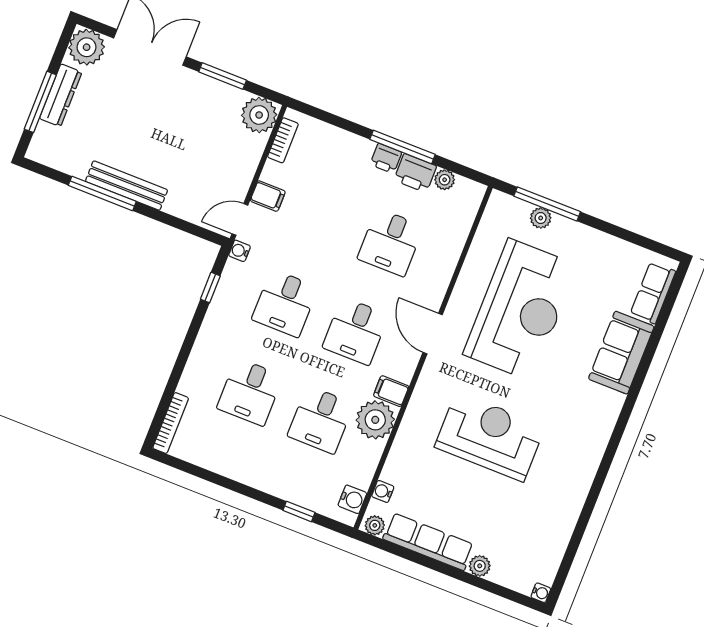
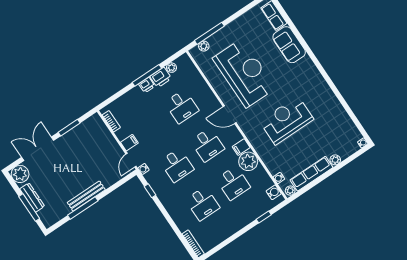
plant: (259, 115) -> (95, 124), removed
plant: (541, 218) -> (204, 46), moved

